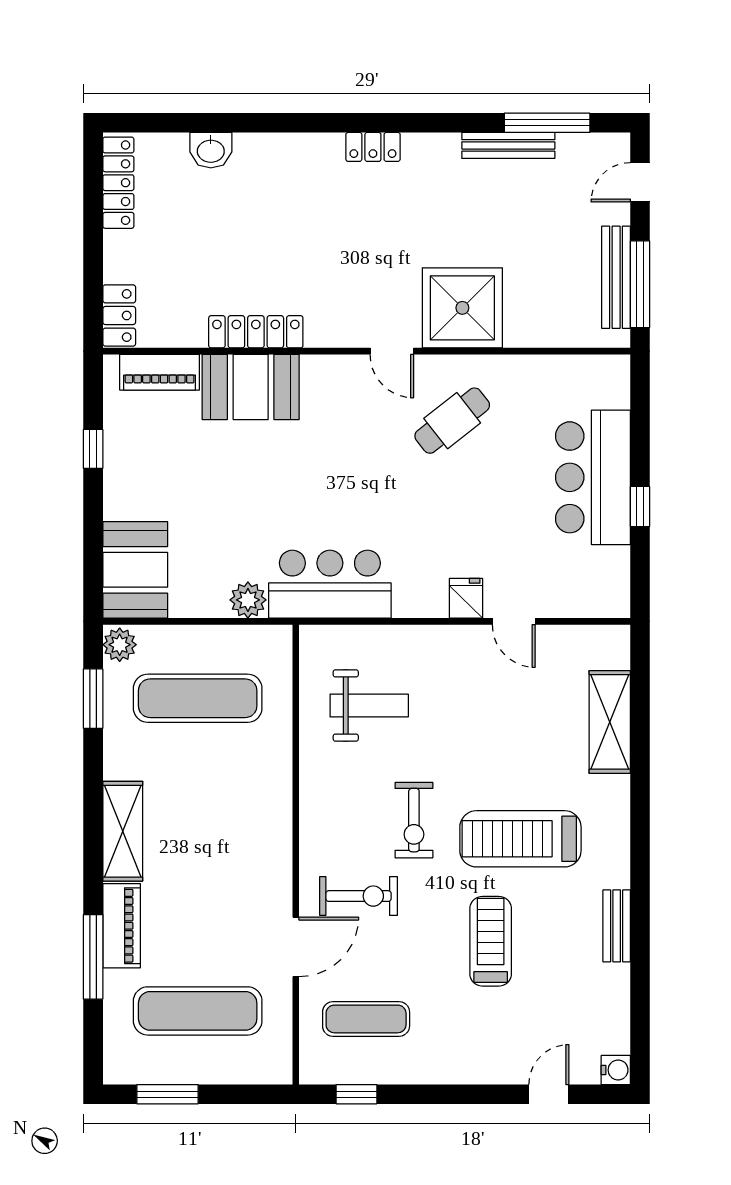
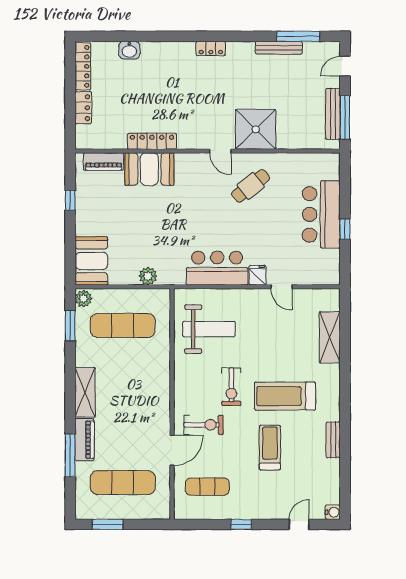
locker: (119, 315) -> (83, 108), moved
bar counter: (330, 584) -> (217, 268), moved
weight bench: (369, 706) -> (209, 329), width x1.36, depth x1.33
window: (356, 1094) -> (241, 524), moved

